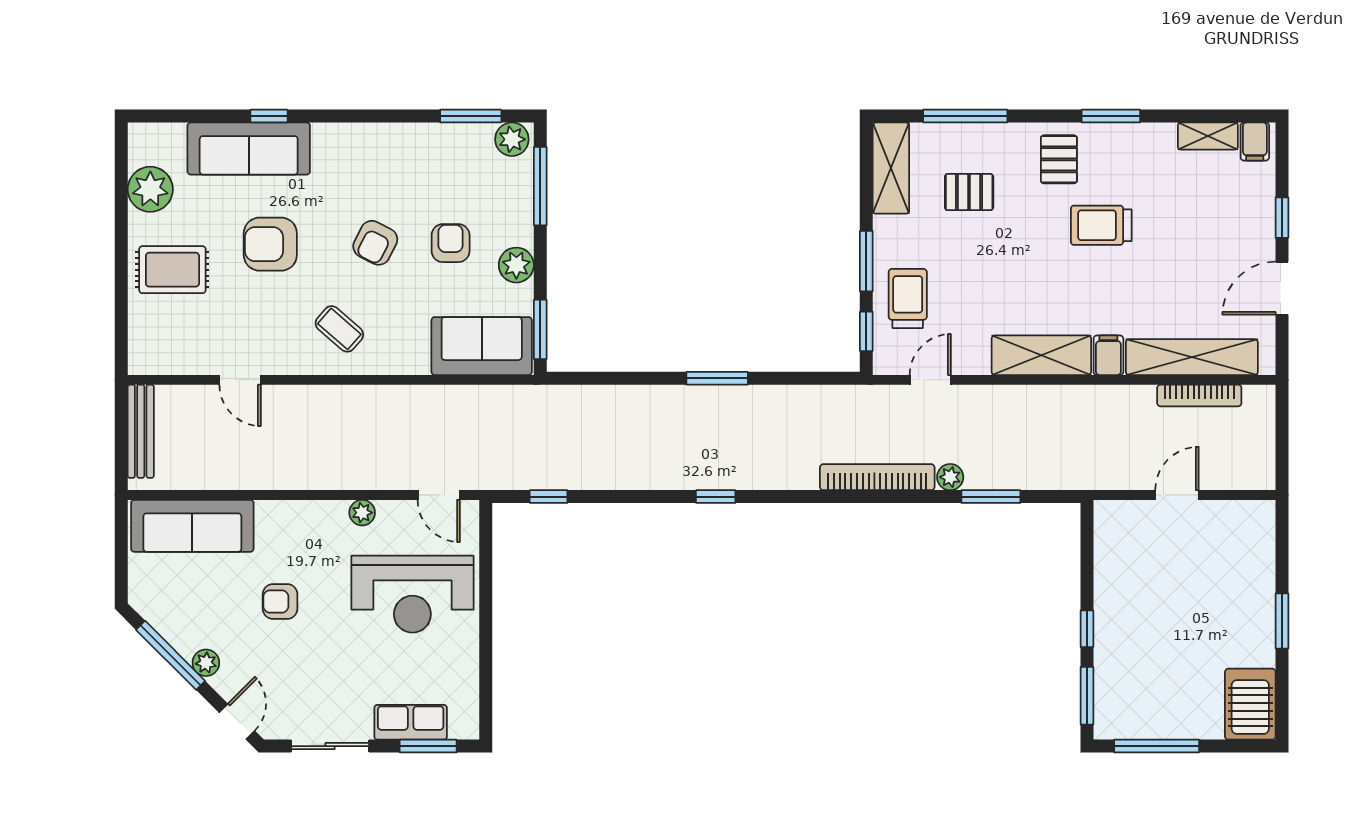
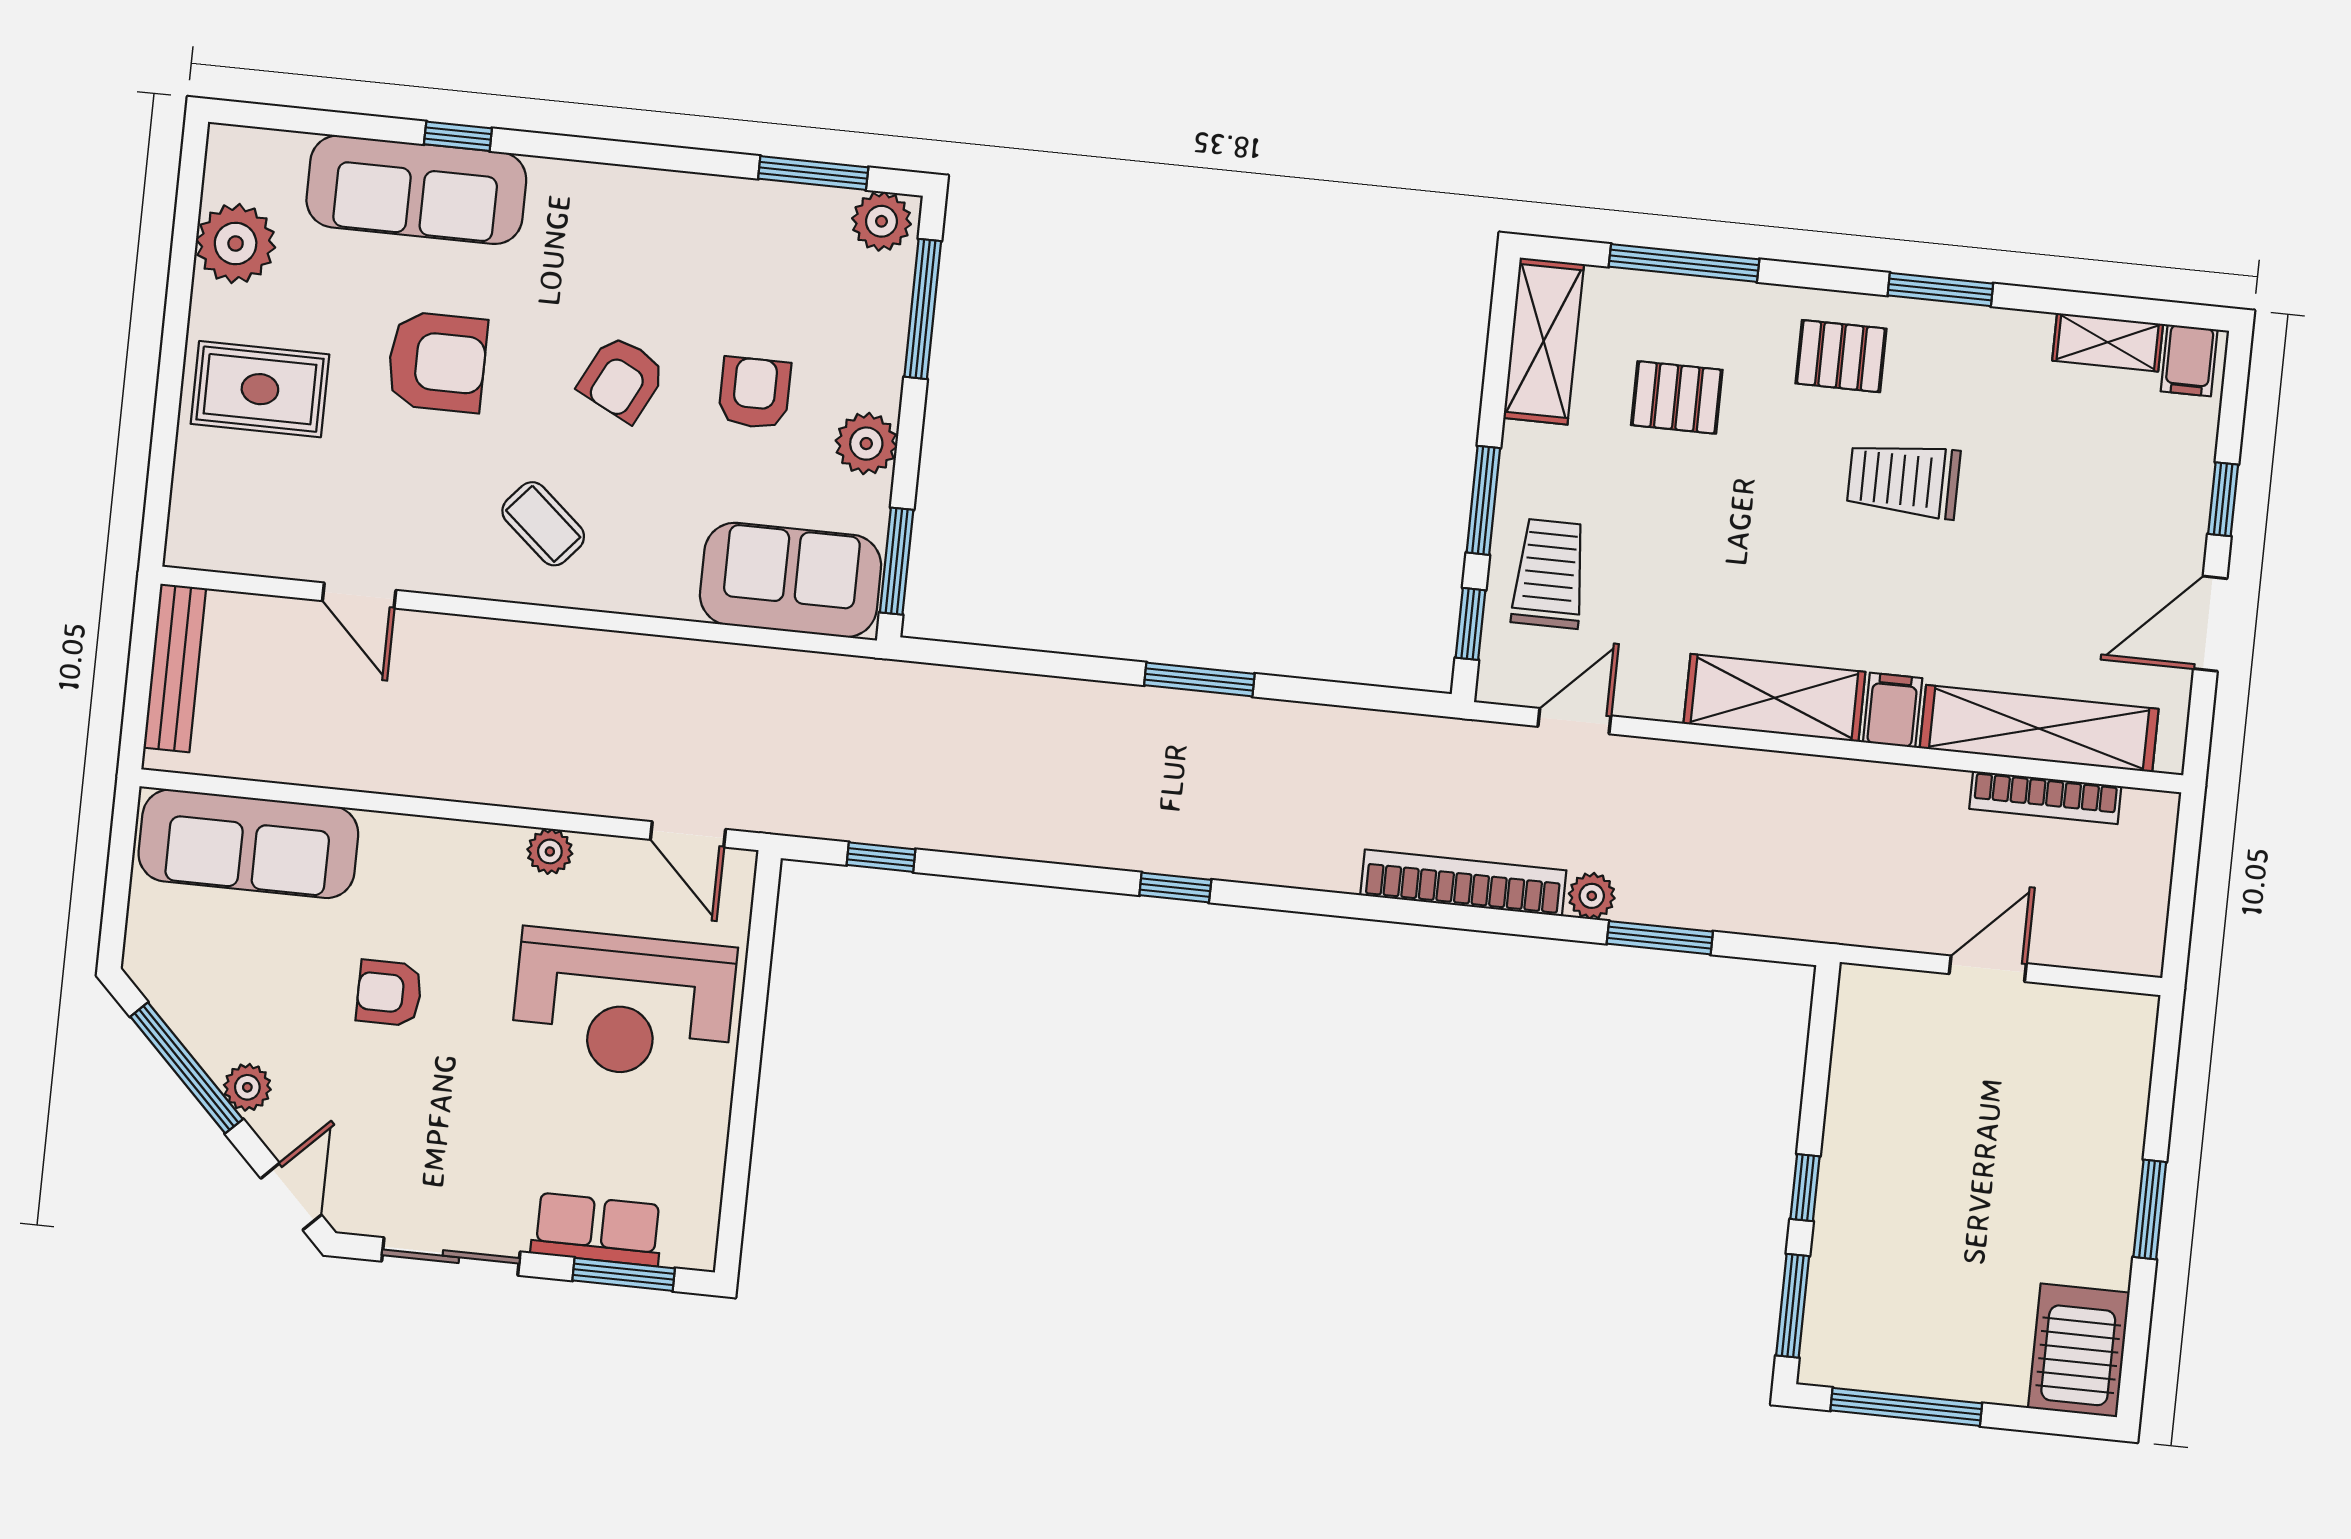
pallet: (1059, 159) -> (1841, 356), turned 90
armchair: (270, 244) -> (437, 362), turned 180

